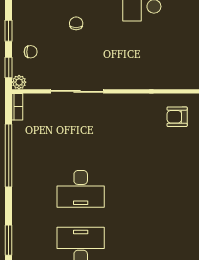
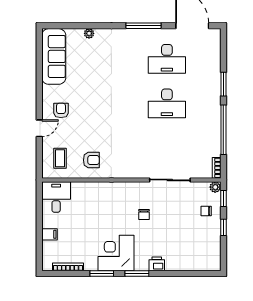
chair: (76, 23) -> (144, 215), moved
desk: (81, 189) -> (167, 103), turned 180
window: (9, 240) -> (223, 84), moved

